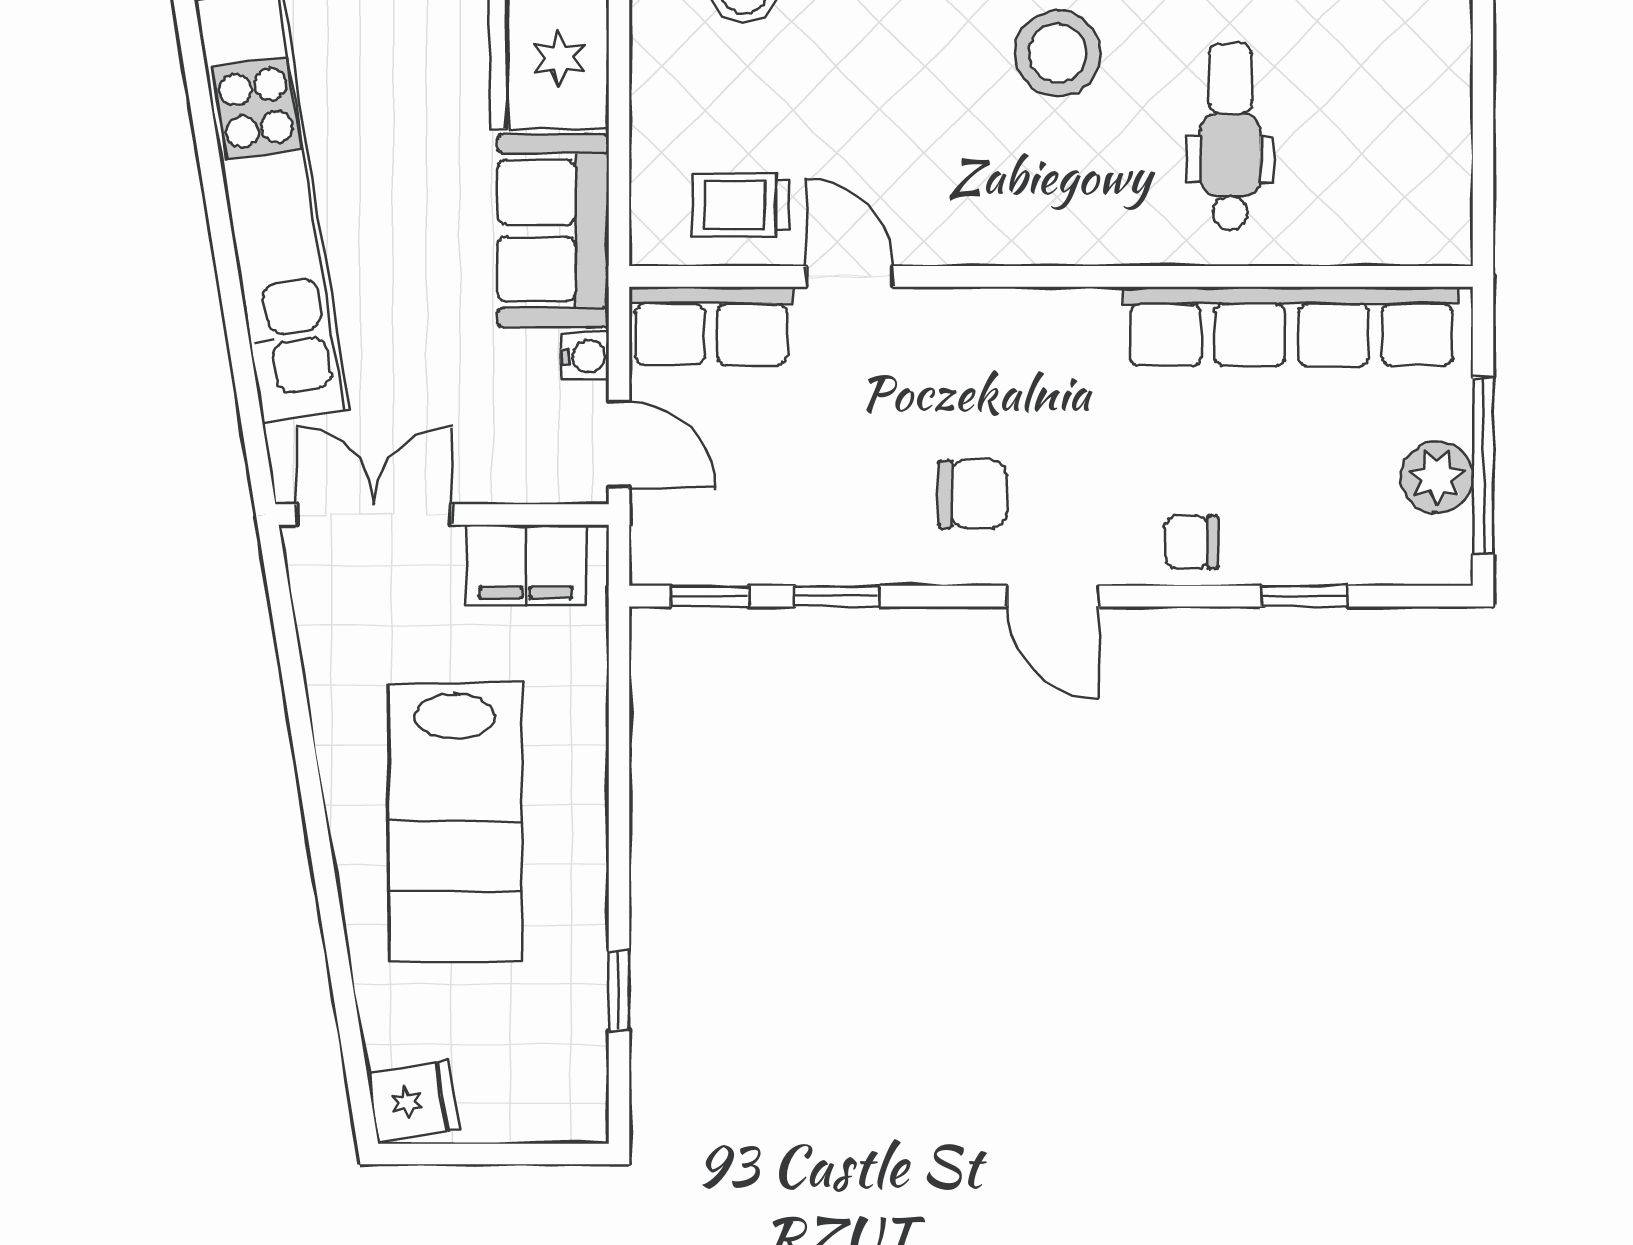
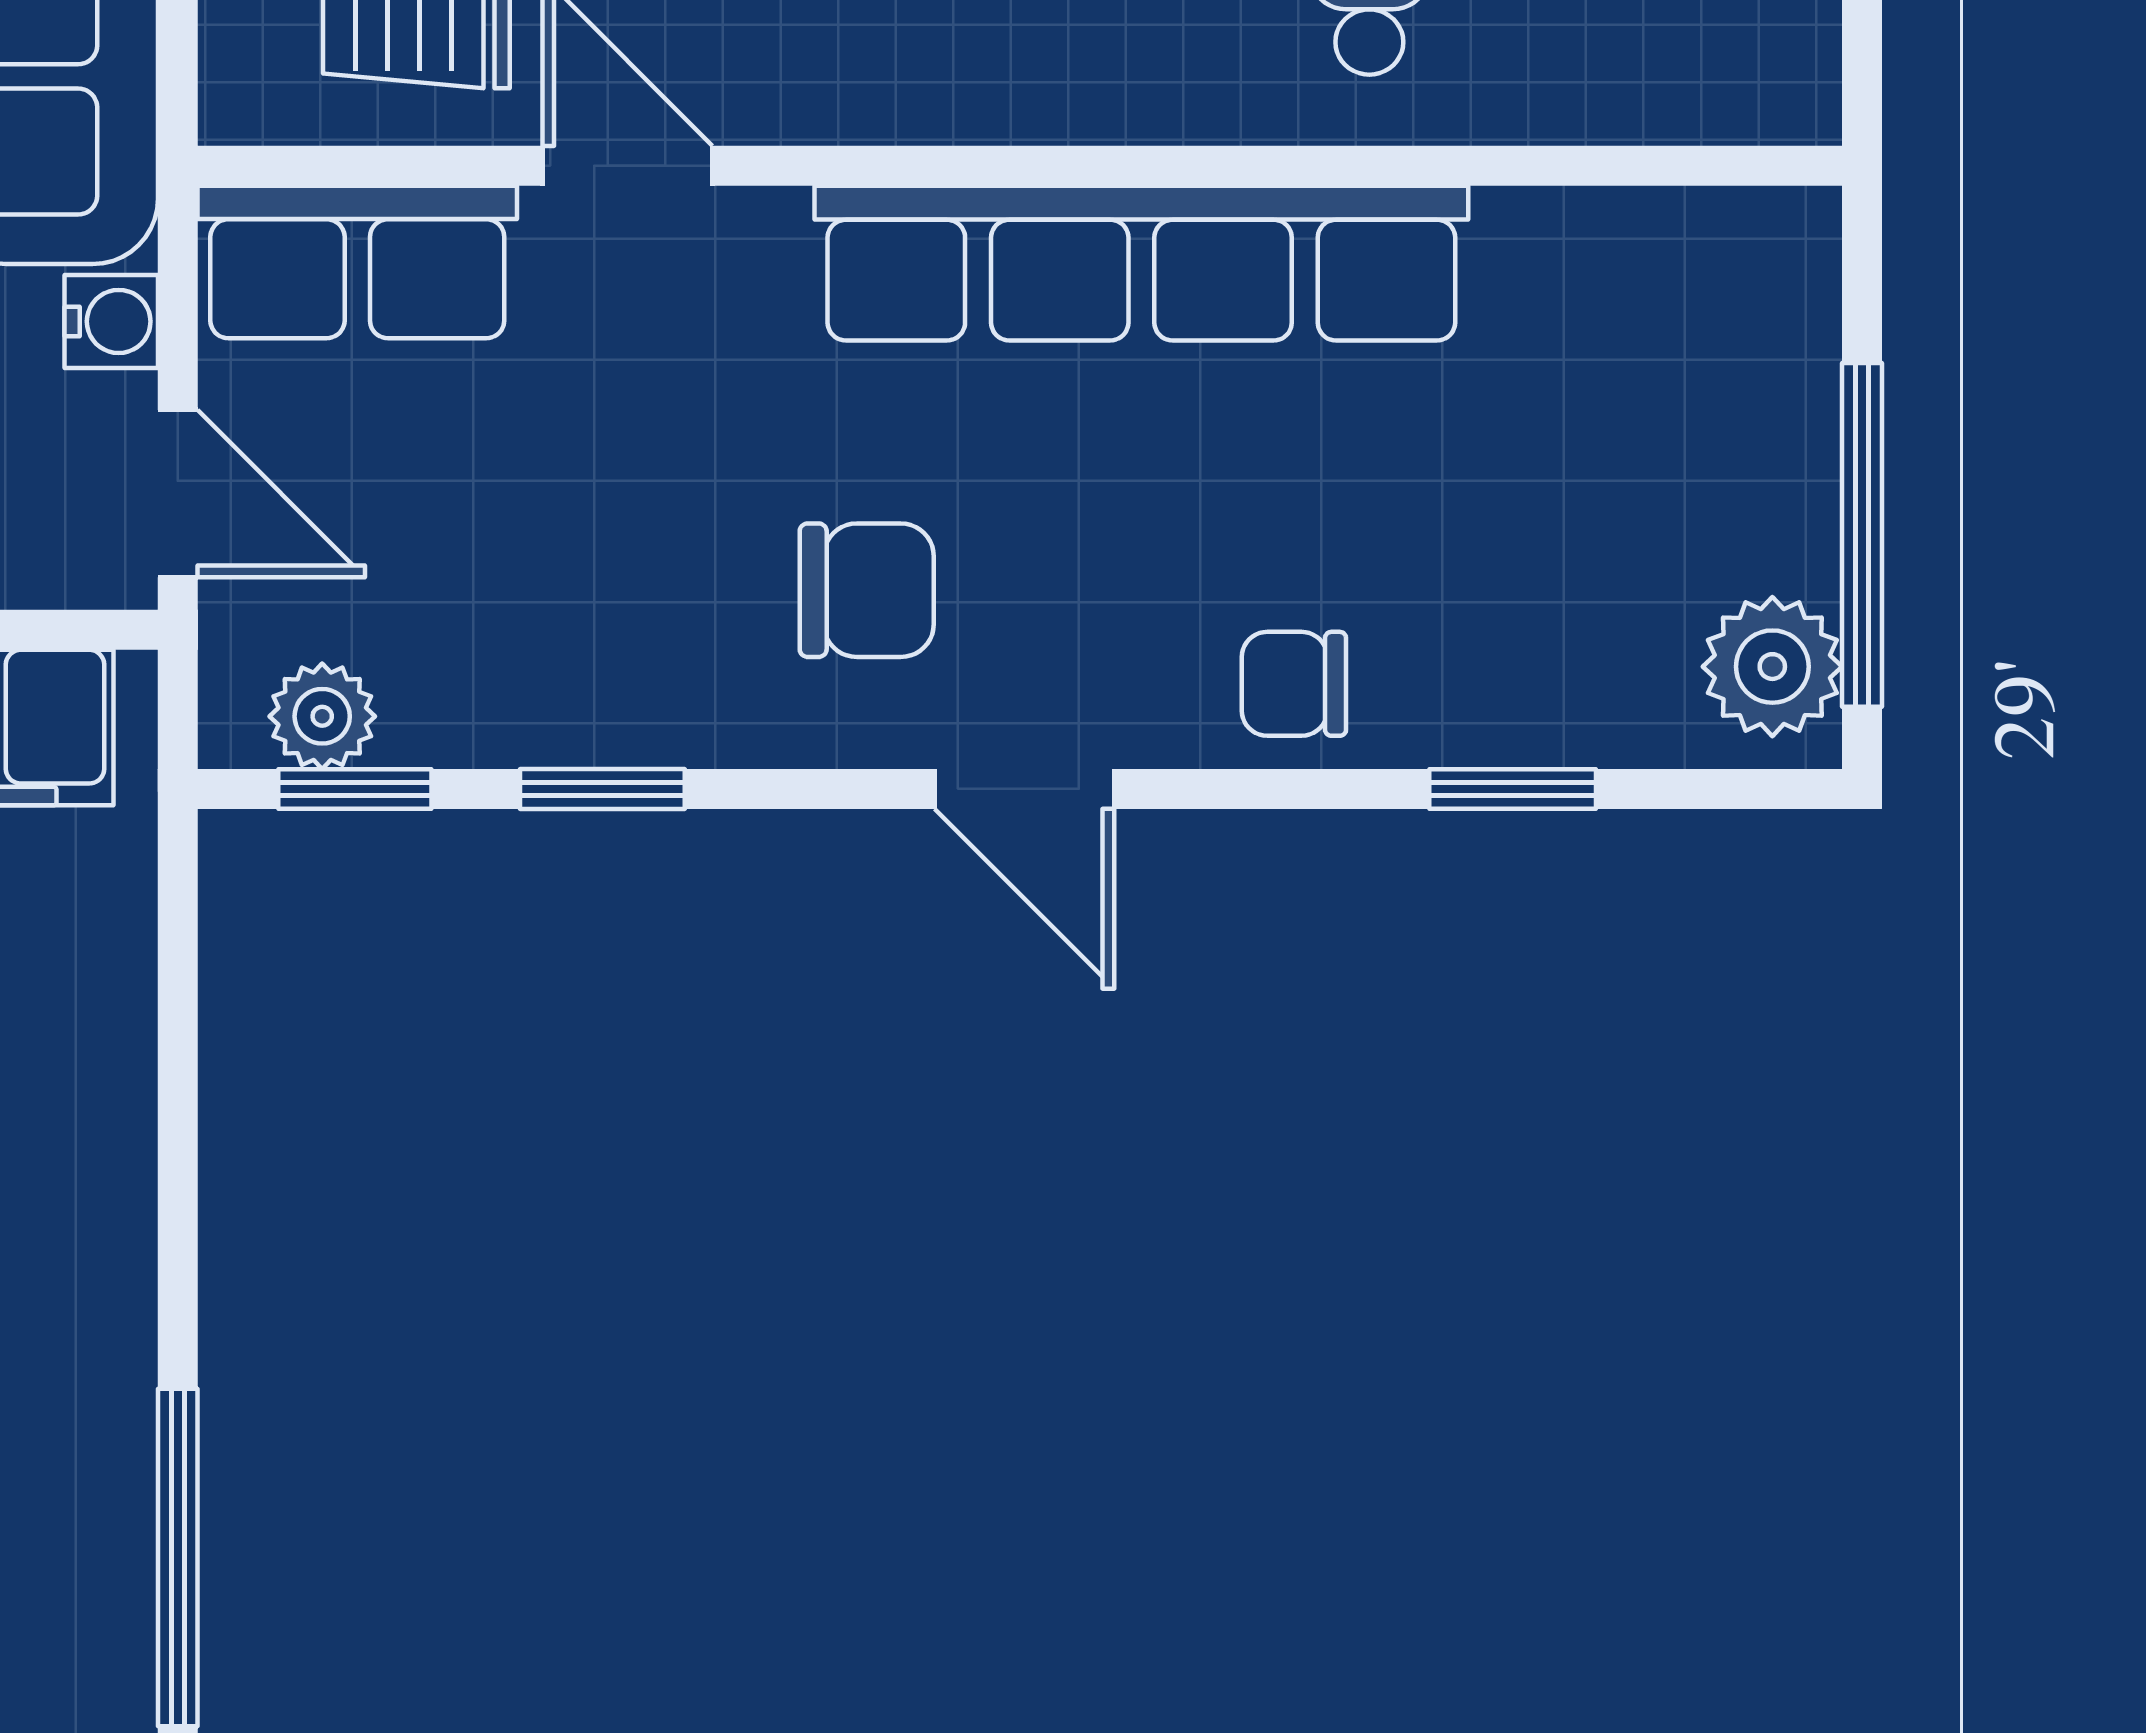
row of seats: (1291, 326) -> (1141, 263), moved
plant: (1437, 477) -> (1772, 667), moved
plant: (693, 559) -> (322, 716), added
window: (619, 990) -> (178, 1558), width x2.17

